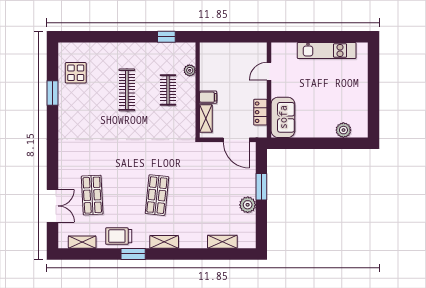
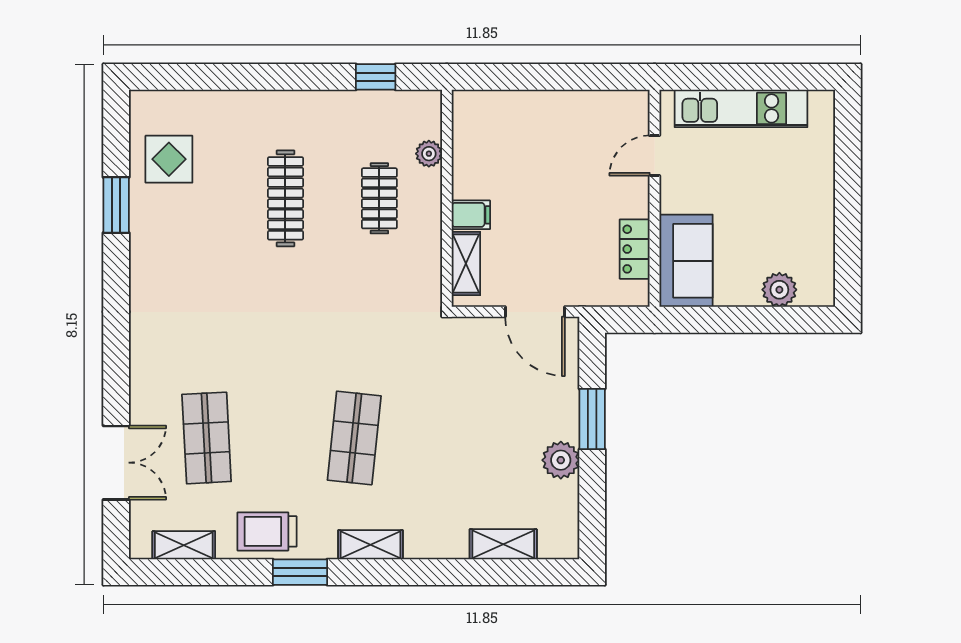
door: (269, 71) -> (655, 156), moved
wall: (269, 90) -> (655, 198), moved
locker: (260, 112) -> (635, 249), moved
sofa: (283, 117) -> (686, 261), moved

